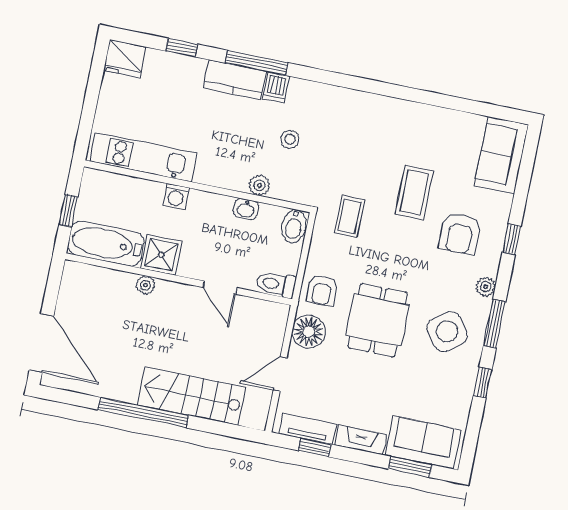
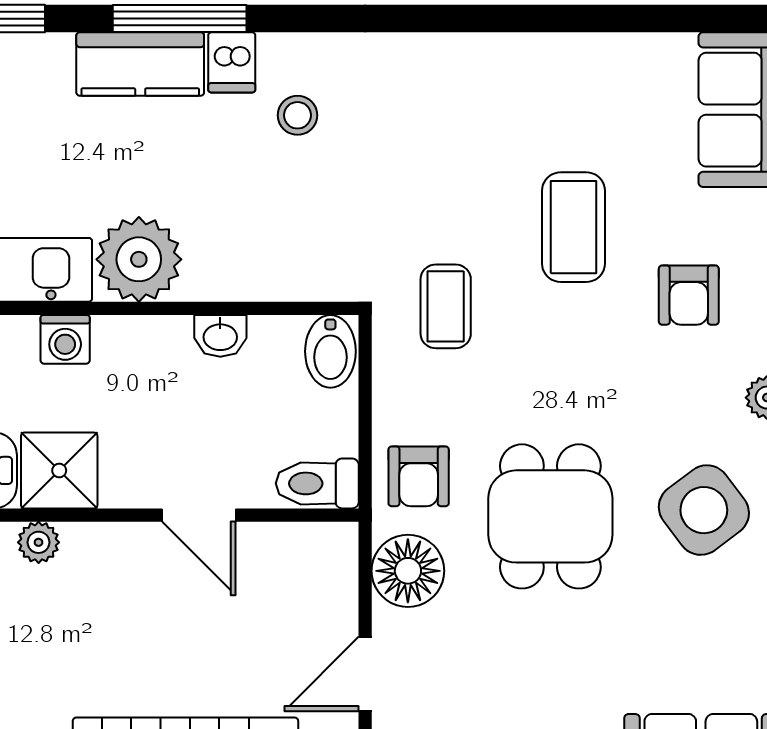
stool: (290, 139) -> (298, 115), moved
plant: (259, 185) -> (139, 259), moved, width x1.87, depth x1.87
armchair: (460, 234) -> (689, 295), width x0.72, depth x0.72

